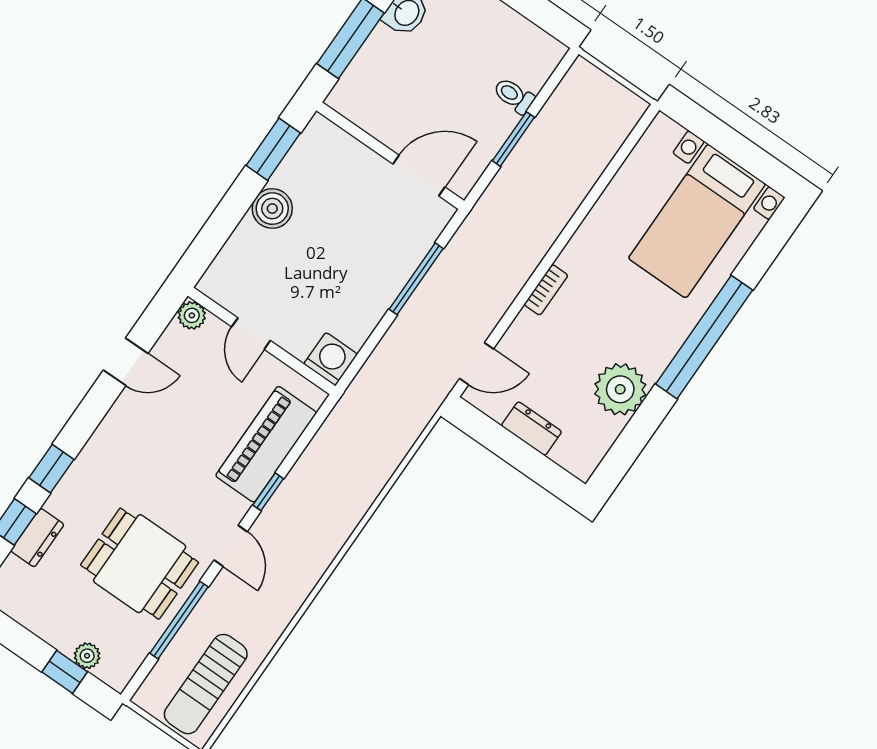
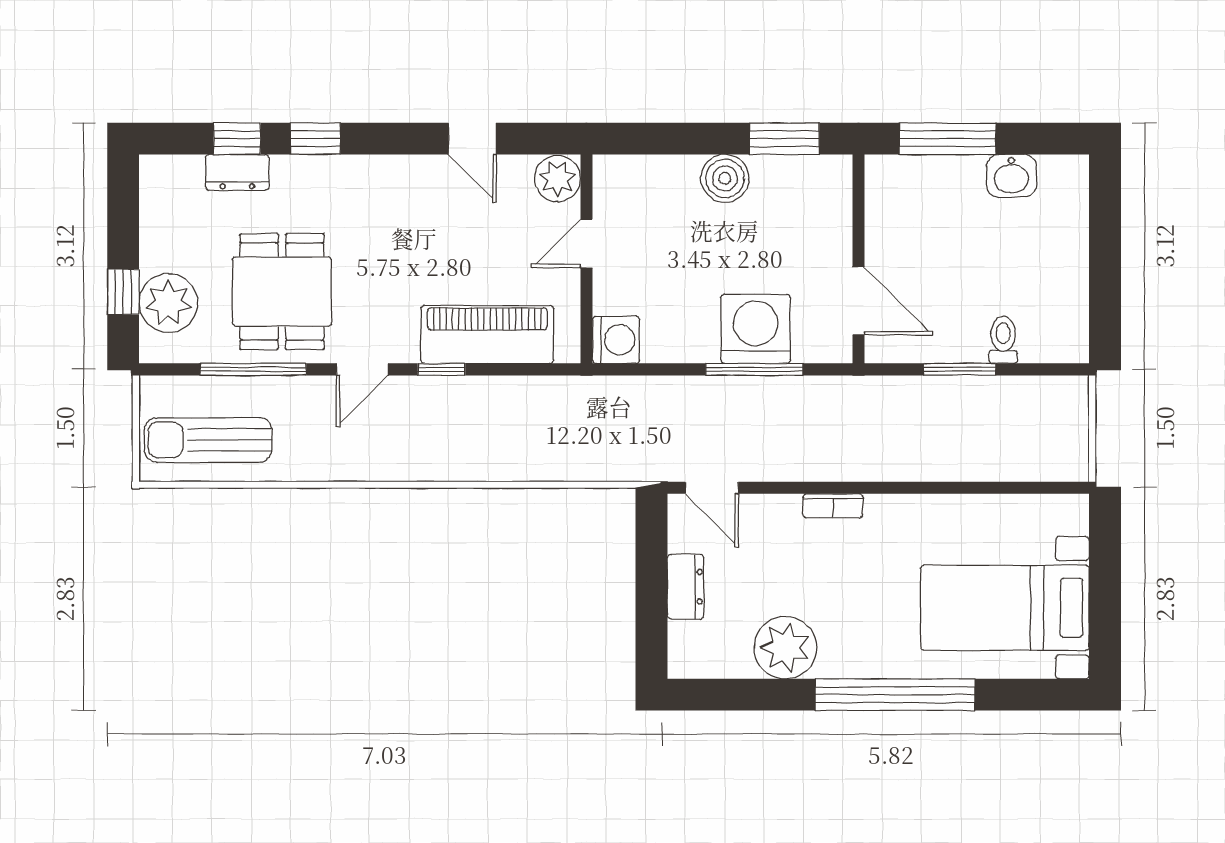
washing machine: (389, 259) -> (756, 329), added
plant: (192, 315) -> (557, 179), width x1.38, depth x1.38
plant: (87, 656) -> (168, 303), width x1.87, depth x1.87

